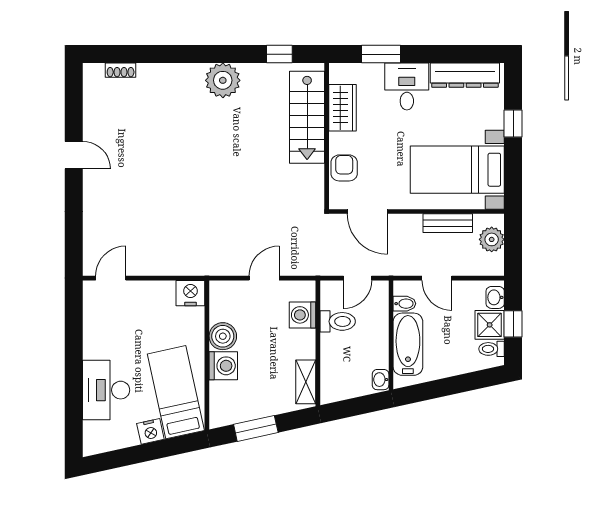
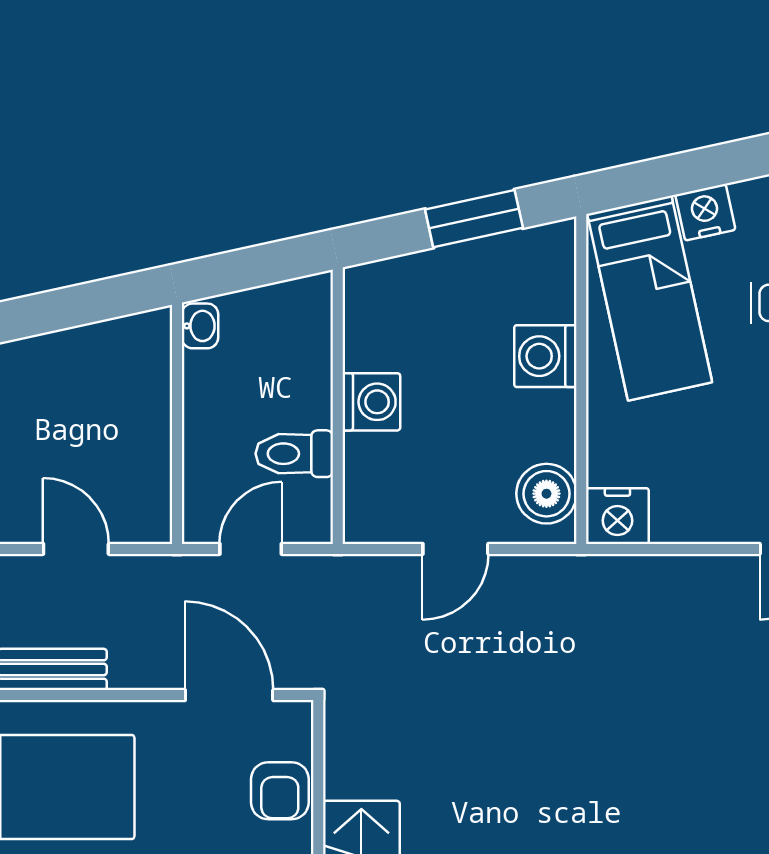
bidet: (404, 304) -> (148, 493), removed
washing machine: (303, 315) -> (371, 402), moved
boiler: (223, 336) -> (546, 494), moved
bathtub: (408, 344) -> (140, 404), removed
shelving: (306, 382) -> (364, 321), removed

